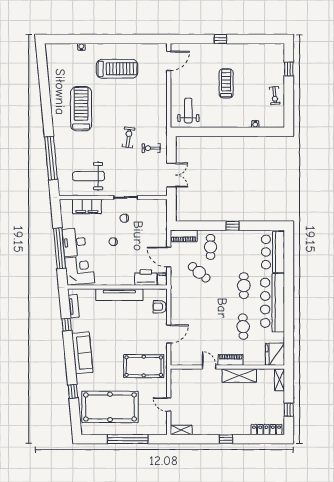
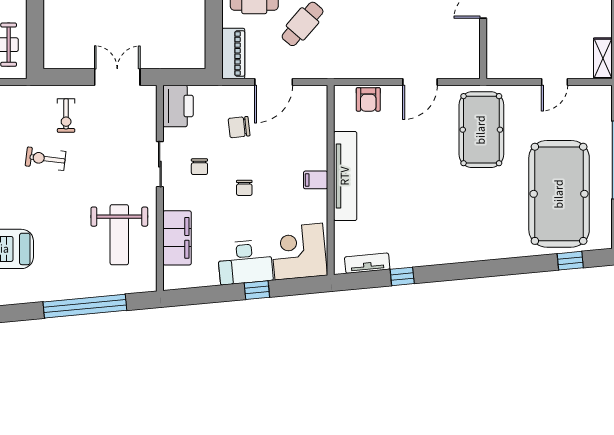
chair: (145, 239) -> (239, 127), added
window: (60, 248) -> (257, 290), width x0.32
printer: (146, 278) -> (178, 106), moved, turned 180
filing cabinet: (162, 279) -> (316, 180), moved
door: (169, 334) -> (420, 82), swing flipped
sofa: (82, 353) -> (456, 247), removed
window: (73, 391) -> (570, 261), moved

